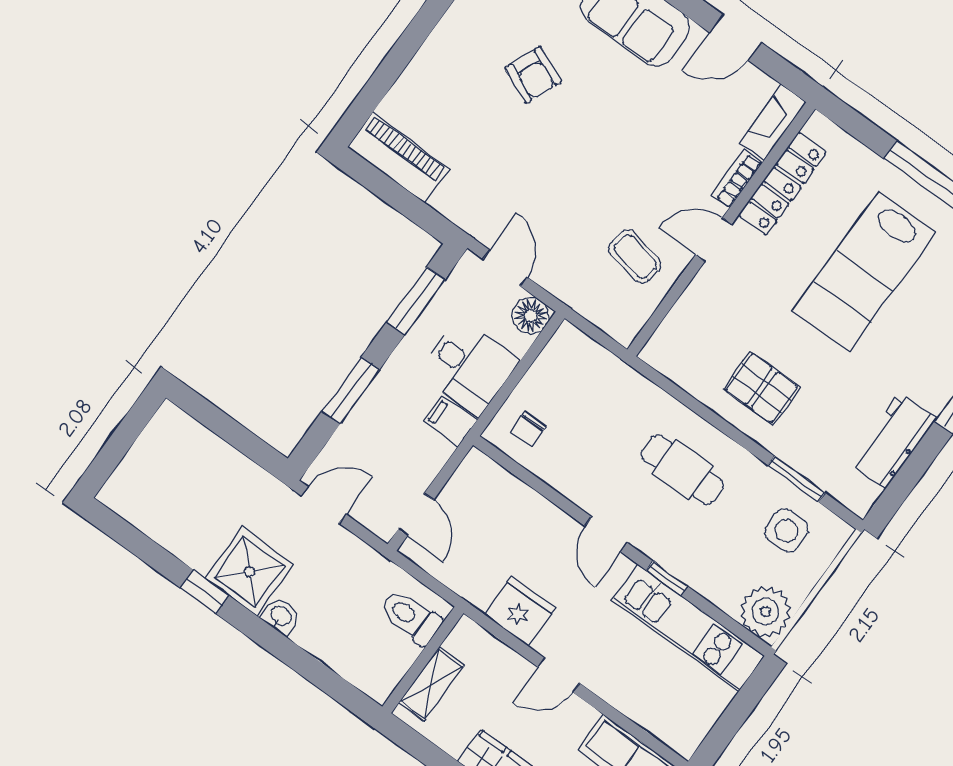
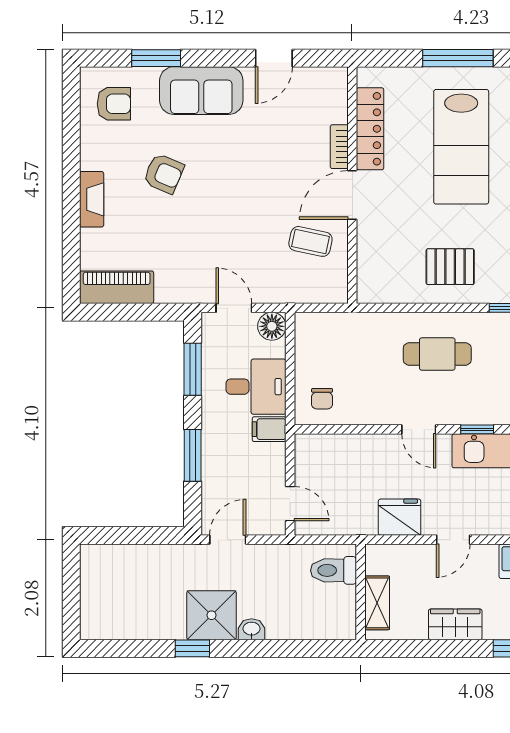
fireplace: (773, 122) -> (92, 199), moved, turned 180
door: (714, 240) -> (352, 195), width x1.37

